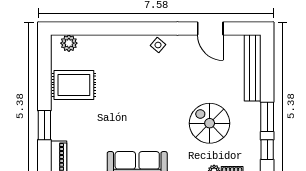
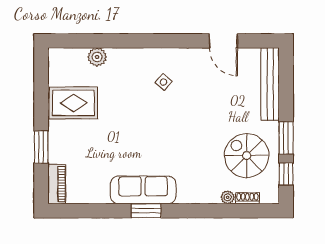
plant: (69, 43) -> (97, 57), moved
side table: (158, 45) -> (164, 82), moved
spiral stairs: (210, 123) -> (247, 156), moved

